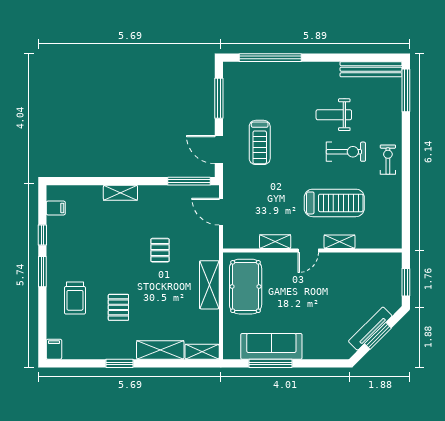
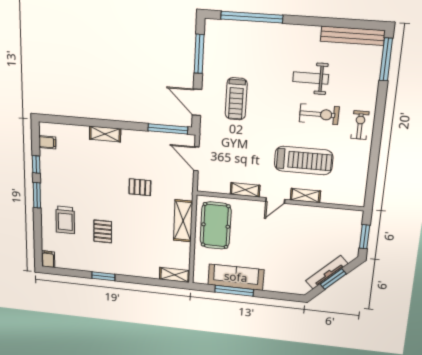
pallet: (160, 250) -> (140, 187), turned 90
shelving: (160, 350) -> (138, 270), removed

